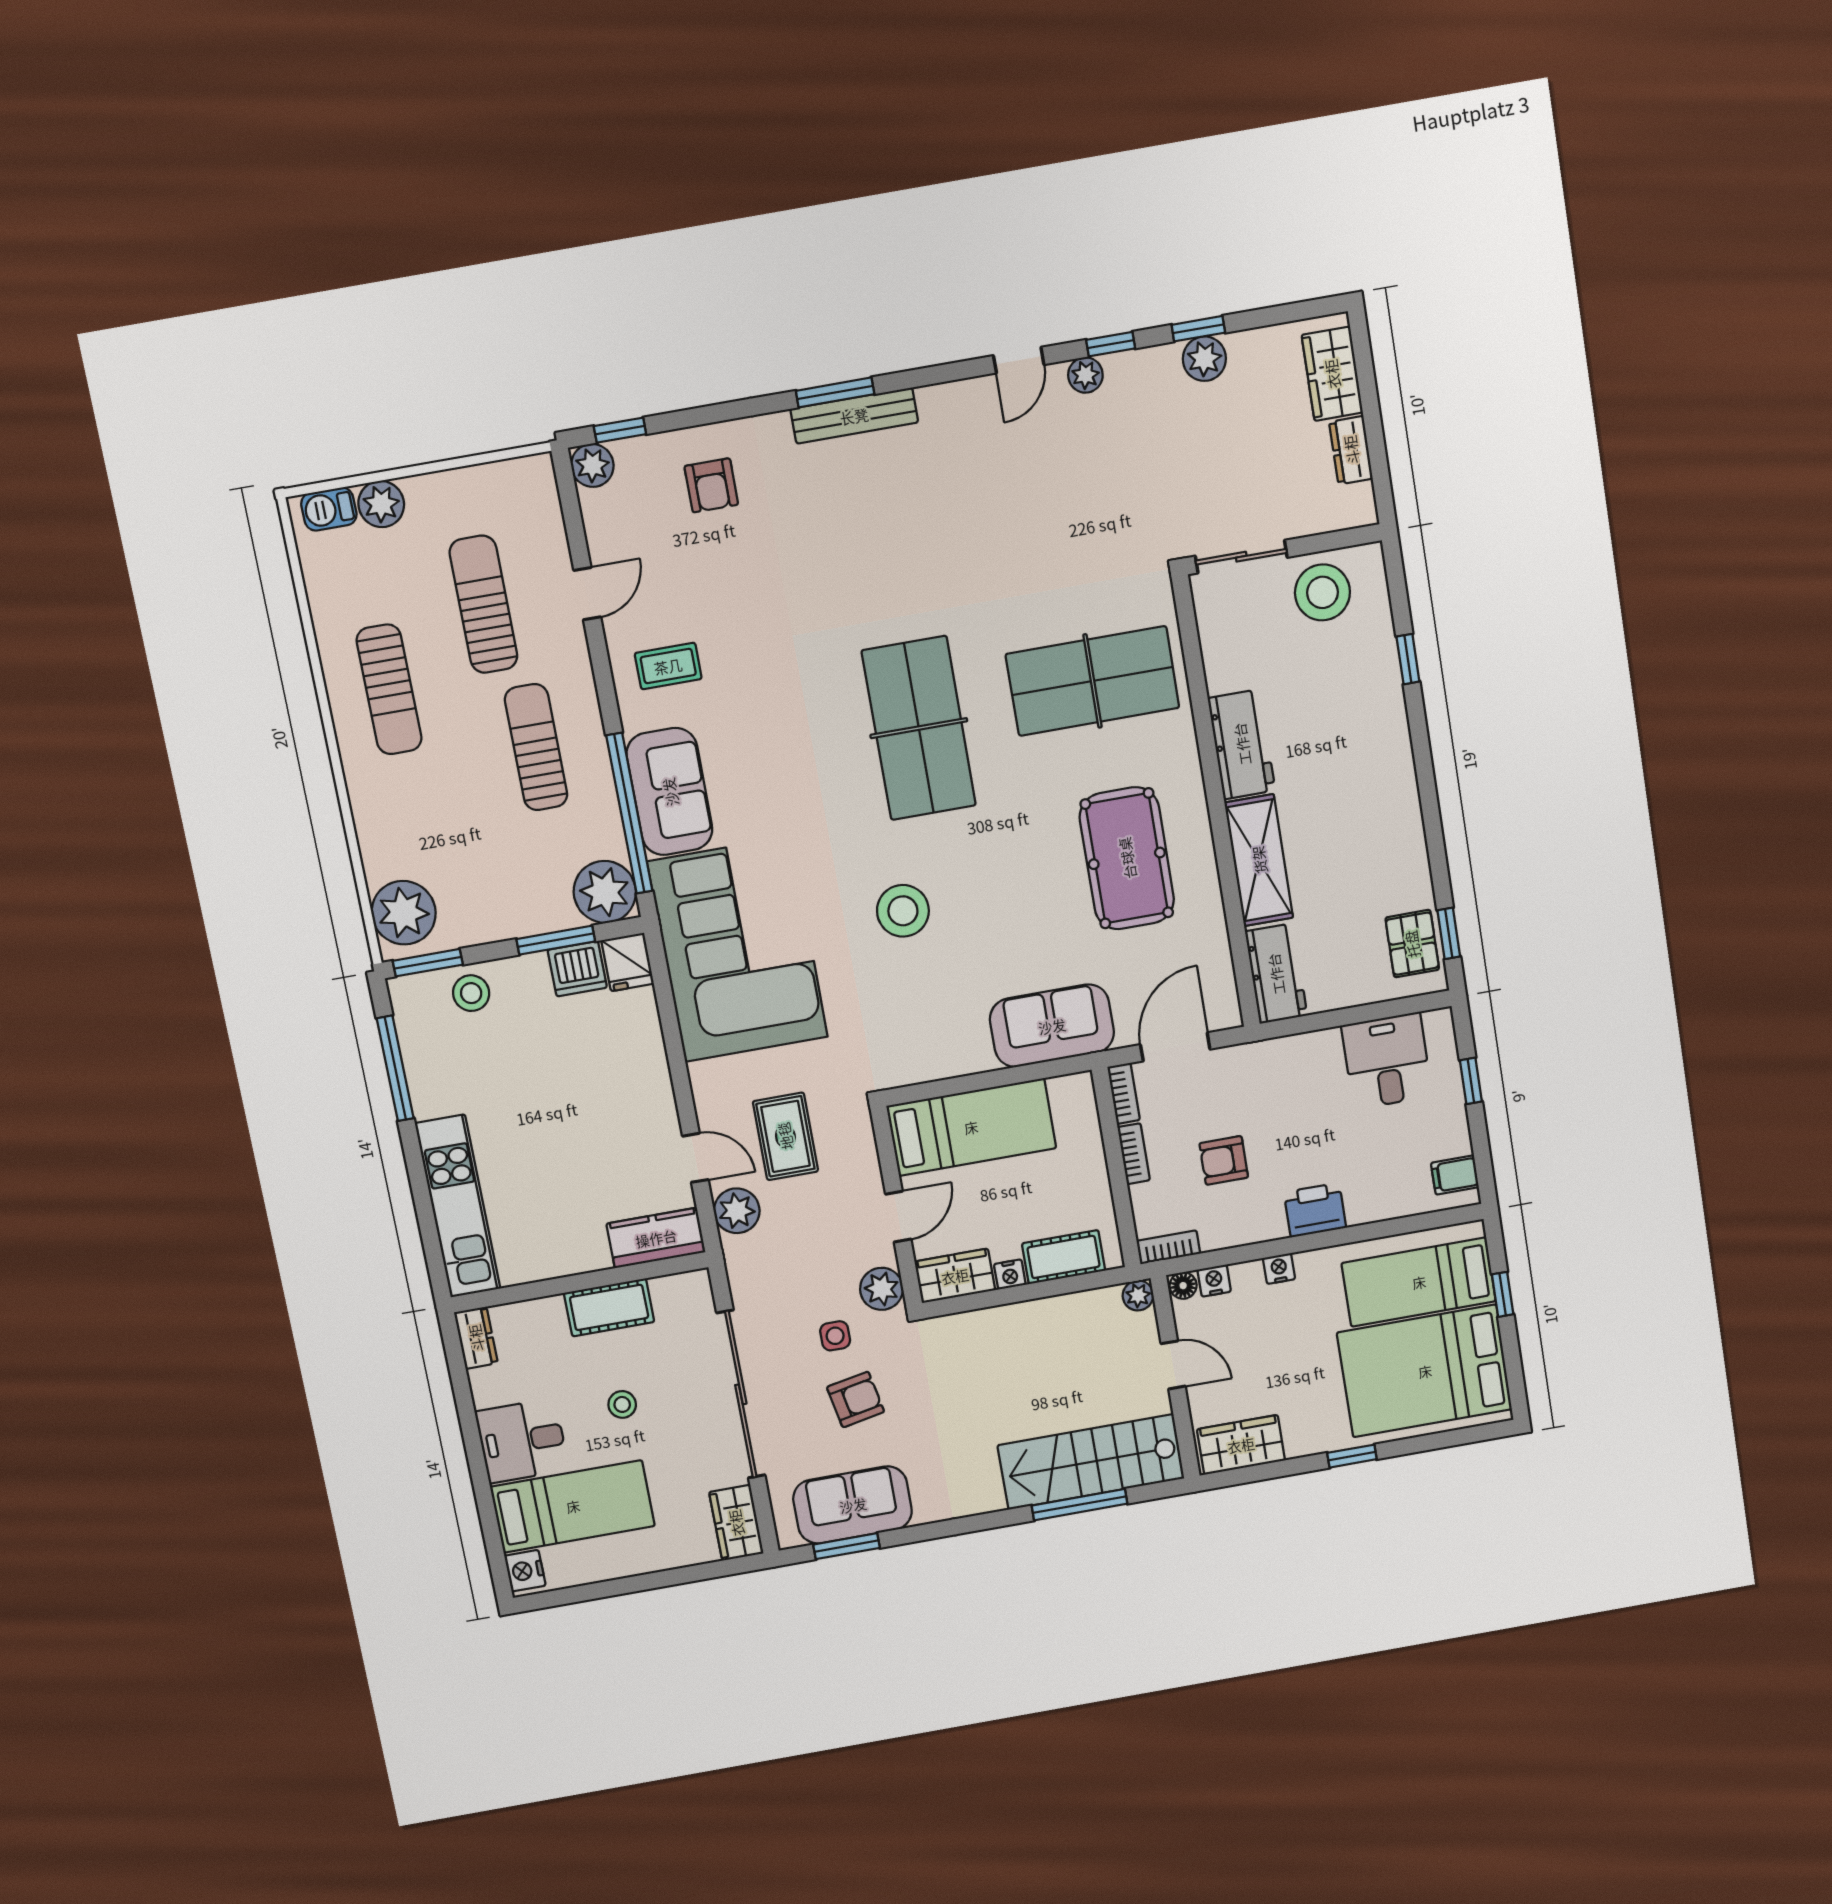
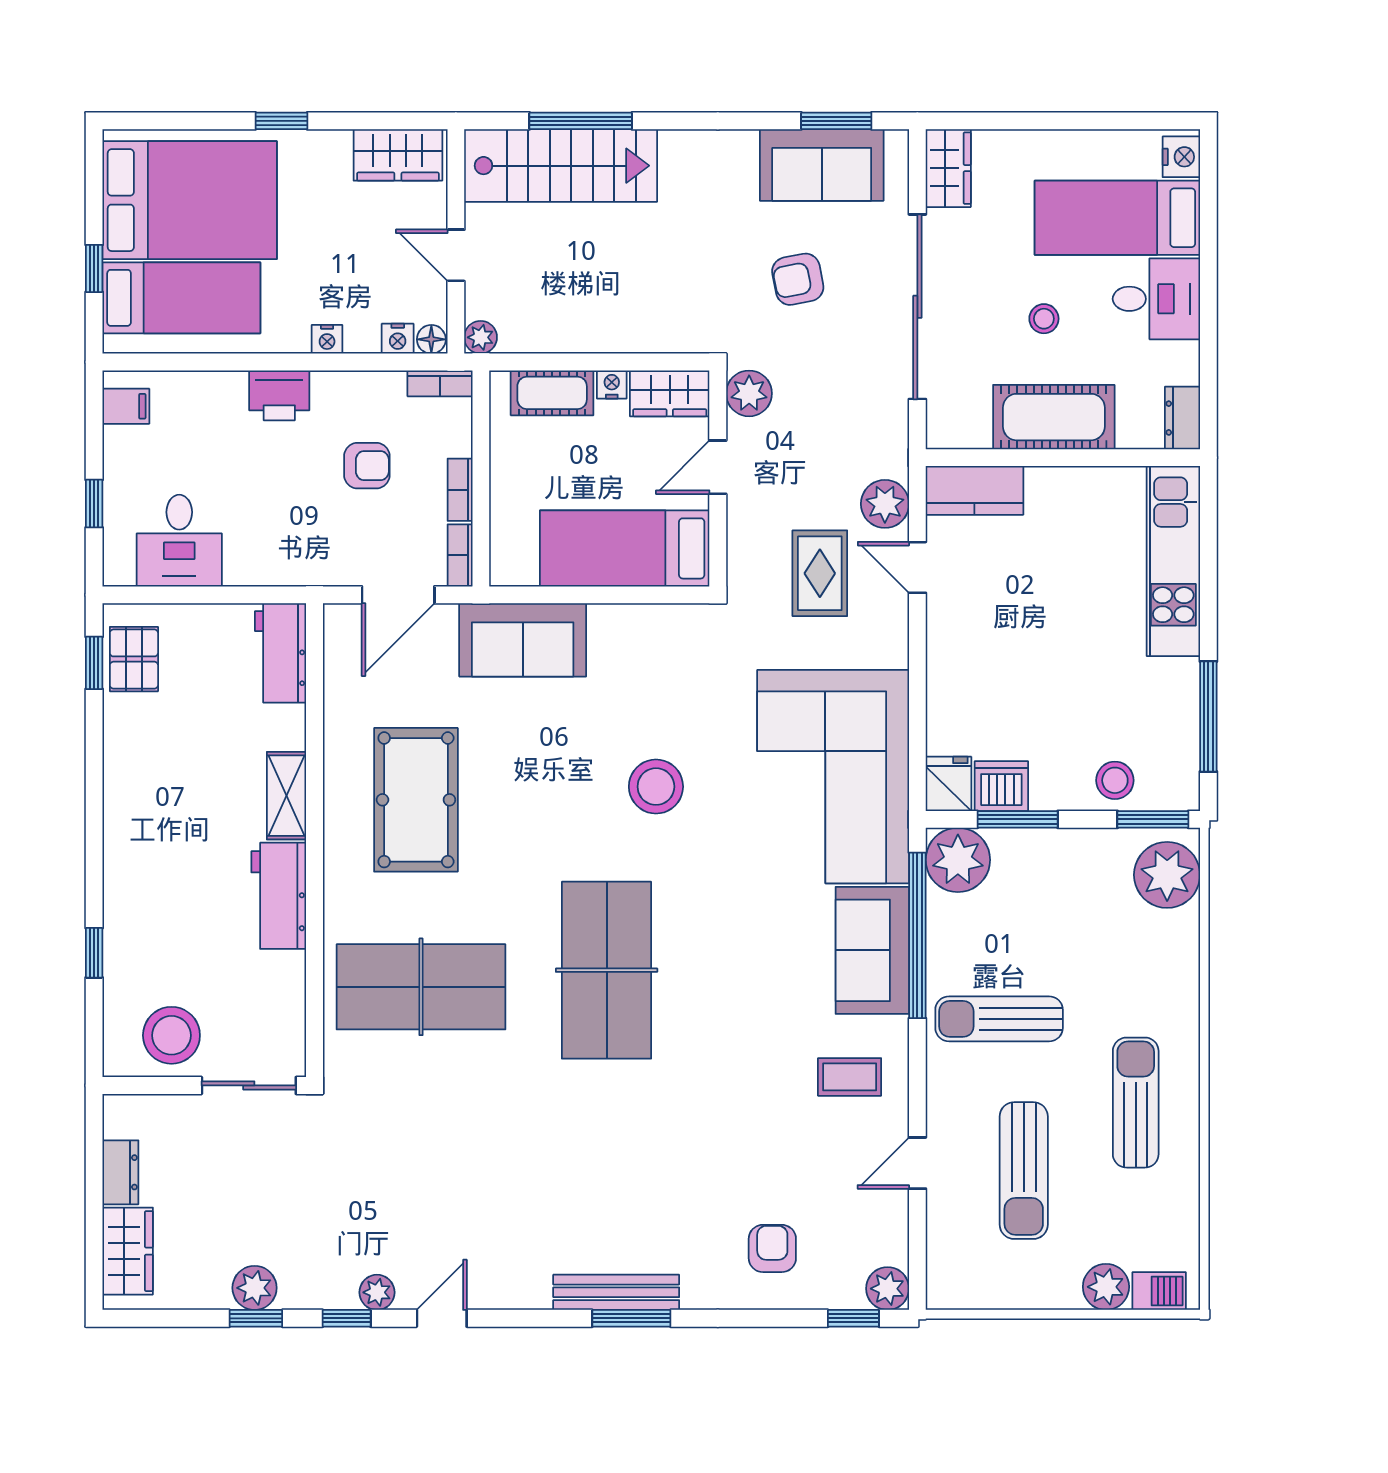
sun lounger: (536, 747) -> (999, 1019), turned 90
shelving: (1259, 860) -> (287, 796), width x0.67, depth x0.75
cot: (609, 1307) -> (1054, 417), width x1.37, depth x1.34
side table: (835, 1336) -> (807, 352), removed

